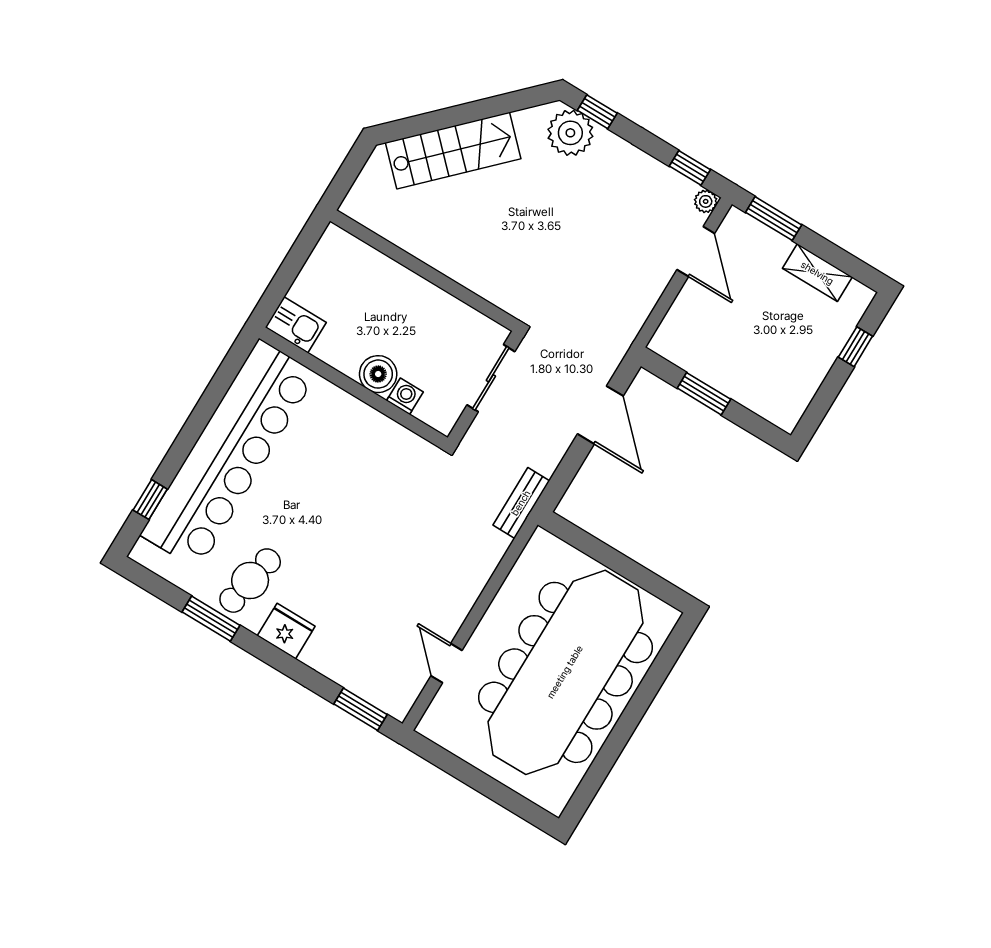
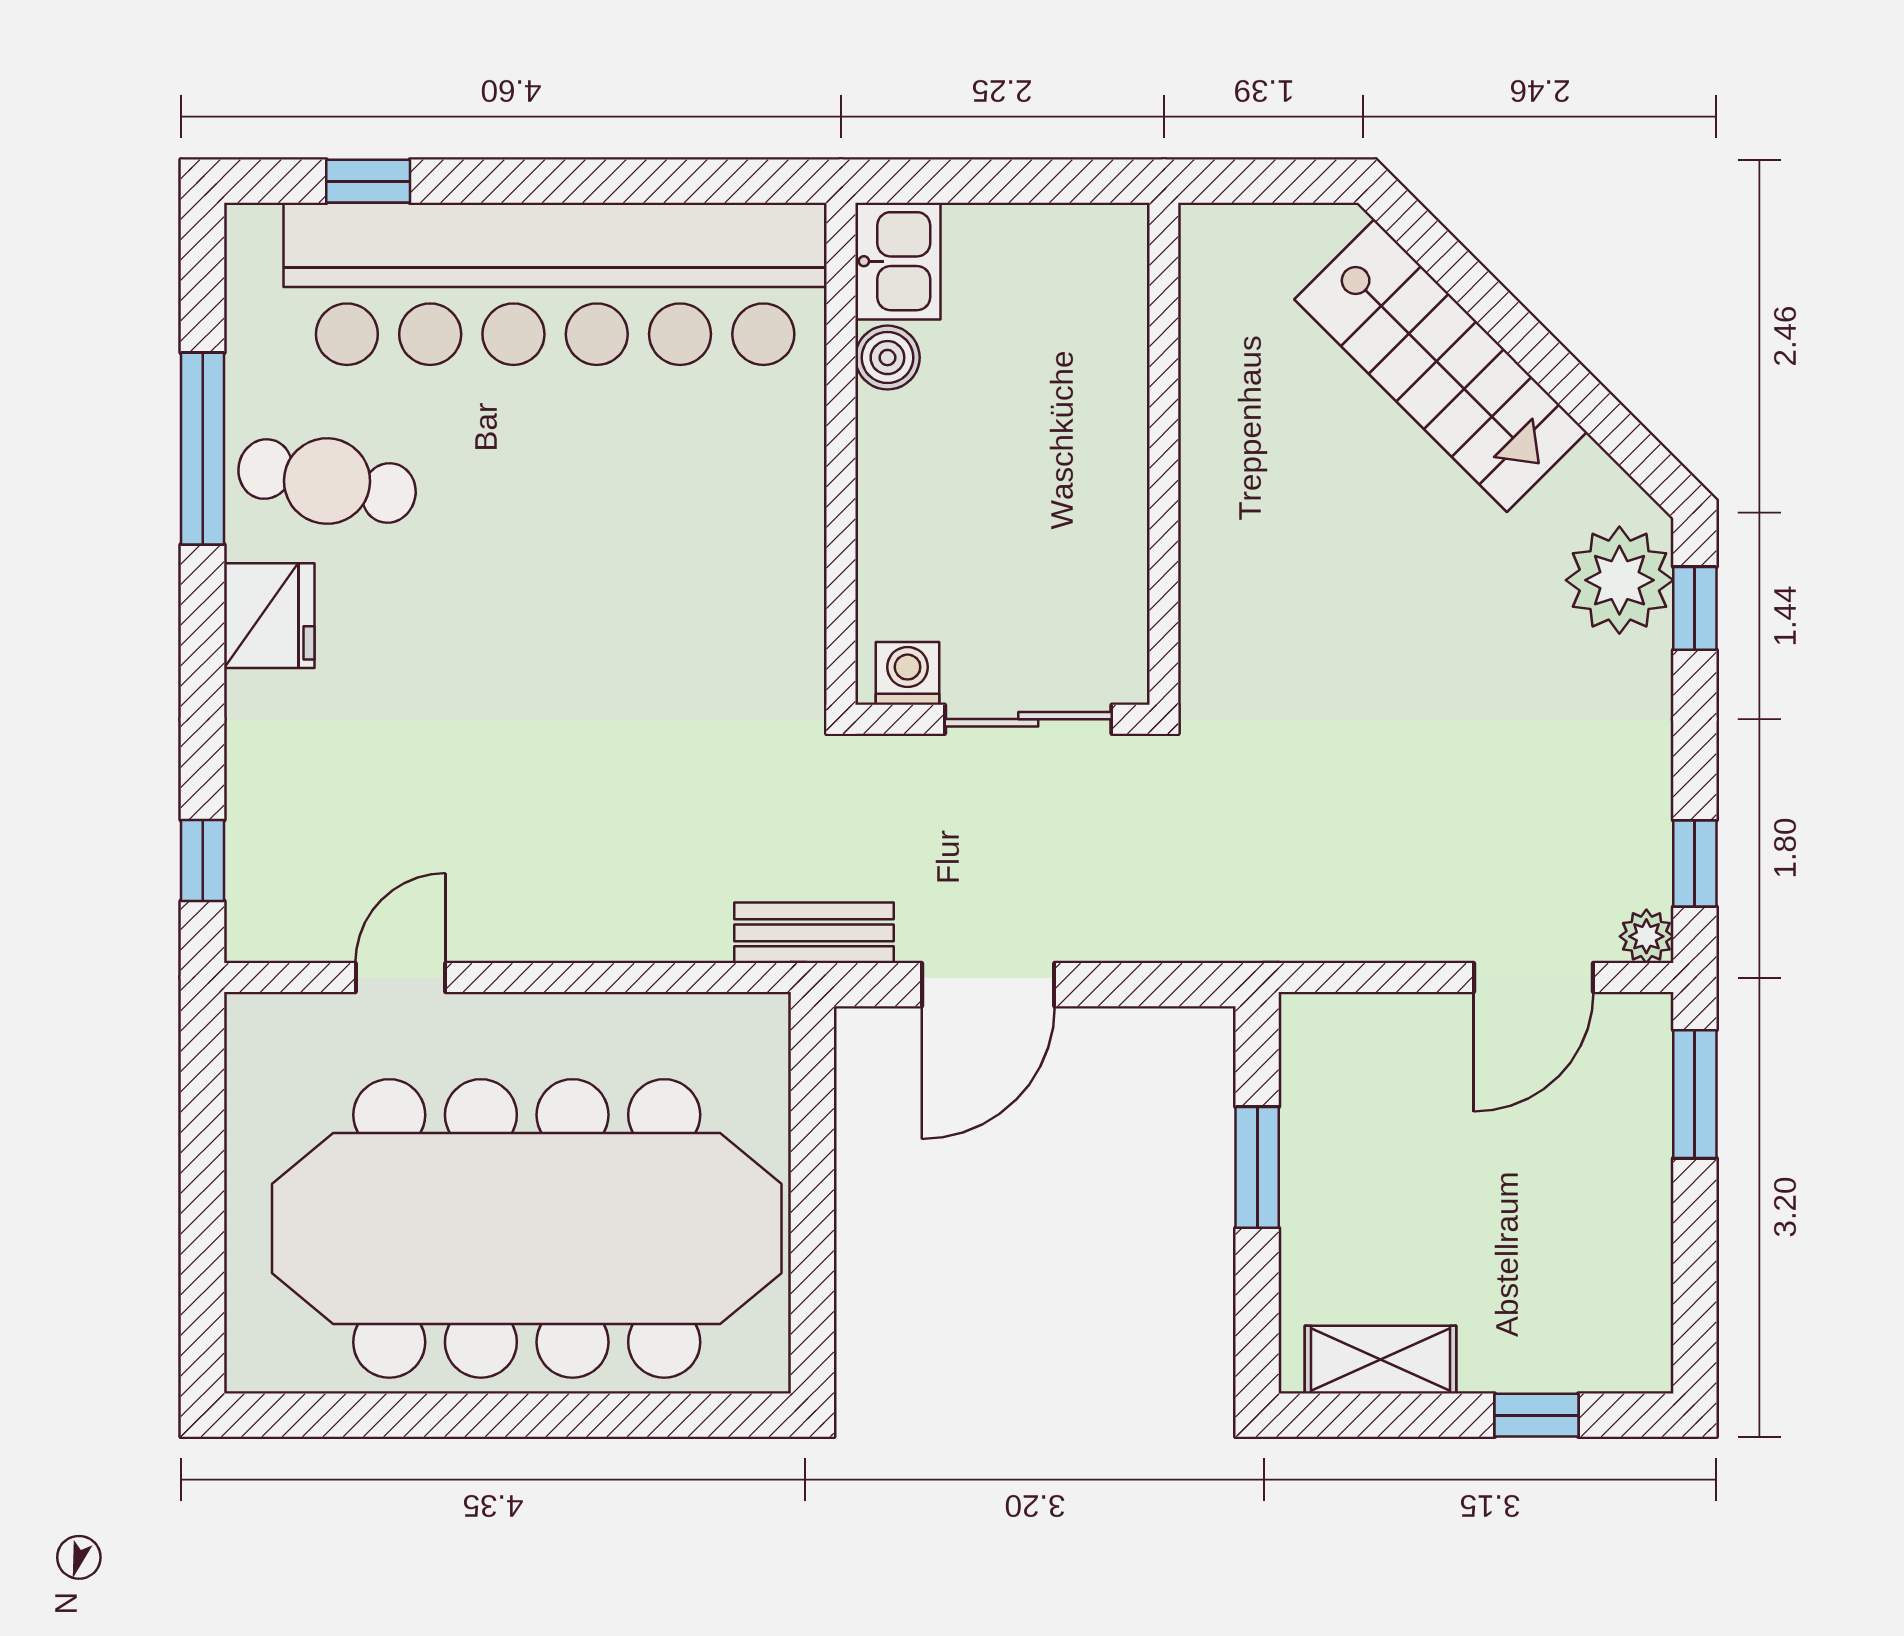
shelving: (817, 273) -> (1380, 1360), moved, turned 90
boiler: (378, 374) -> (887, 358), moved, width x0.73, depth x0.73
washing machine: (405, 396) -> (908, 673), moved, turned -90
door: (600, 415) -> (988, 985), moved
window: (211, 619) -> (203, 449), width x1.44
window: (361, 709) -> (203, 861), width x0.67

